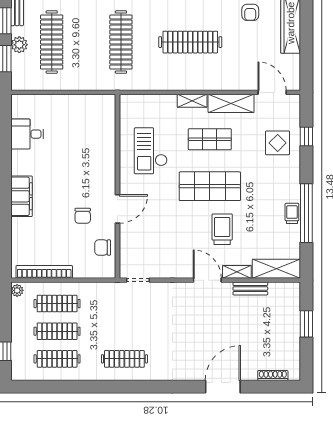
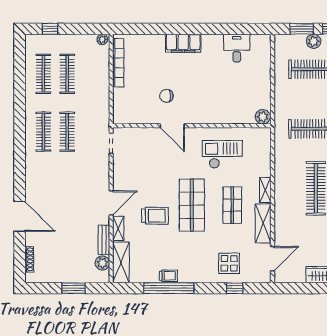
plant: (107, 104) -> (263, 117), added
chair: (103, 248) -> (139, 113), removed
plant: (277, 290) -> (102, 263), added
clothes rail: (57, 304) -> (67, 132), moved

